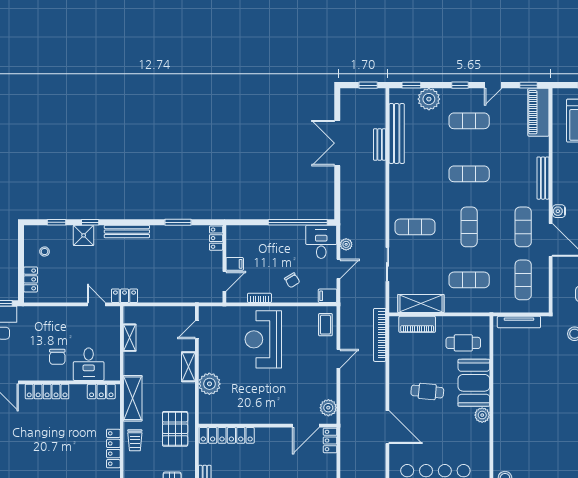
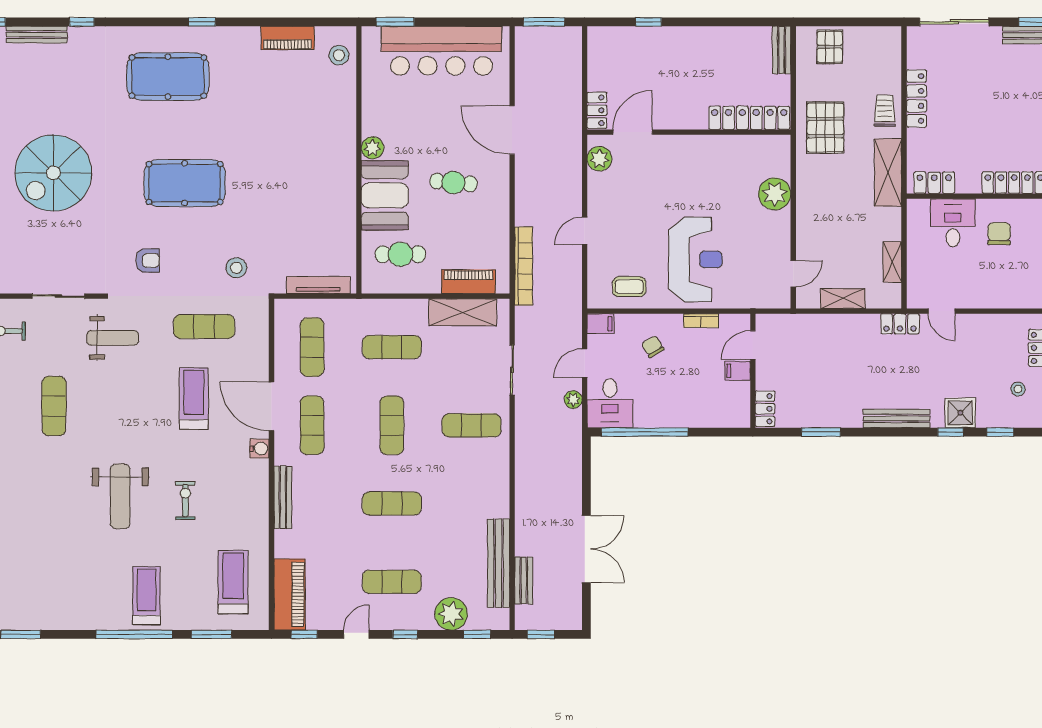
bench: (380, 144) -> (524, 580), moved
coffee table: (325, 325) -> (629, 287), moved, turned 90
shelving: (188, 367) -> (843, 299), moved, turned 90

